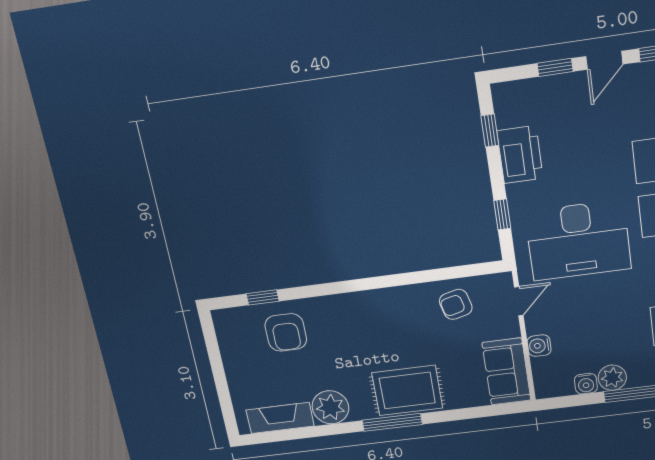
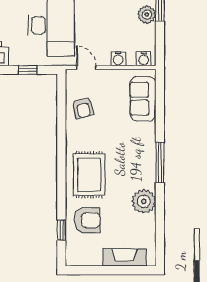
sofa: (506, 372) -> (143, 99), moved, turned 90
water cooler: (586, 384) -> (144, 59), moved, turned 90
rug: (407, 390) -> (89, 175), moved
fireplace: (280, 418) -> (125, 257), moved, turned 90

